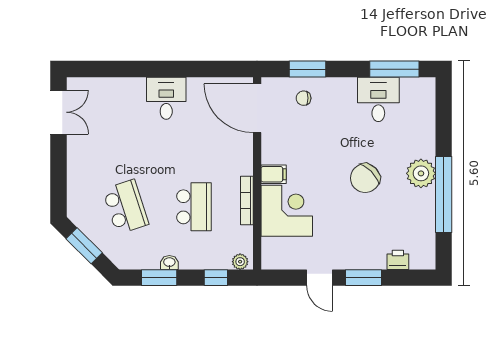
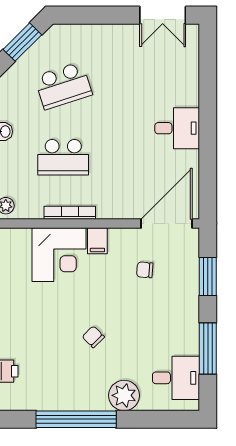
window: (394, 69) -> (208, 349), moved
chair: (304, 98) -> (145, 270), moved, turned -86
desk: (378, 99) -> (176, 378), moved
plant: (421, 173) -> (124, 395), moved
chair: (365, 178) -> (93, 337), width x0.54, depth x0.54

